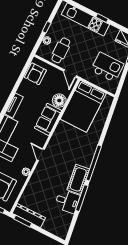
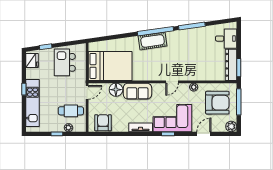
armchair: (35, 74) -> (103, 123), turned -90
cot: (78, 179) -> (153, 41), moved
desk: (67, 201) -> (226, 39), moved, turned 98

